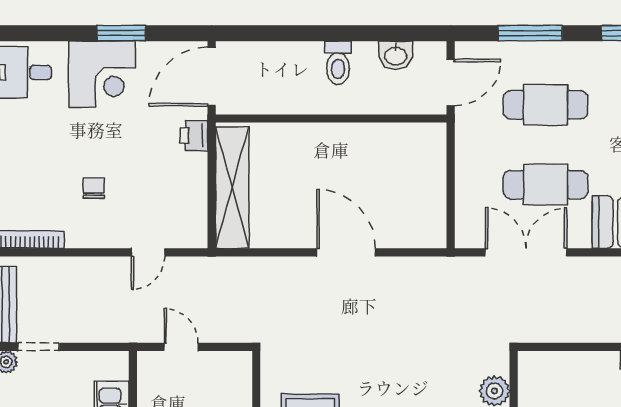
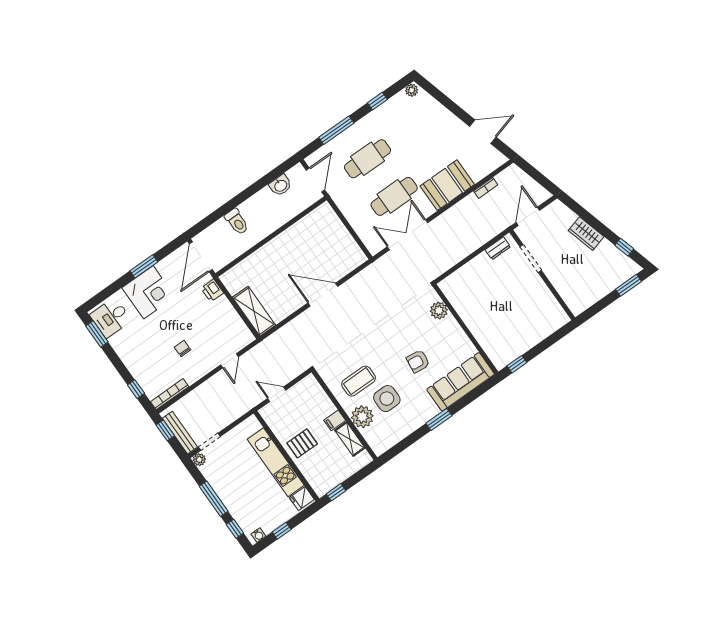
toilet: (338, 63) -> (237, 222), moved
shelving: (232, 187) -> (254, 311), width x0.68

